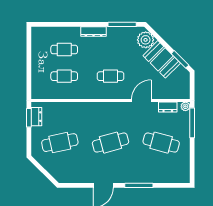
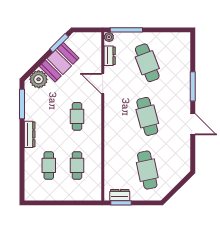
cafe table: (161, 143) -> (147, 63), turned -36

